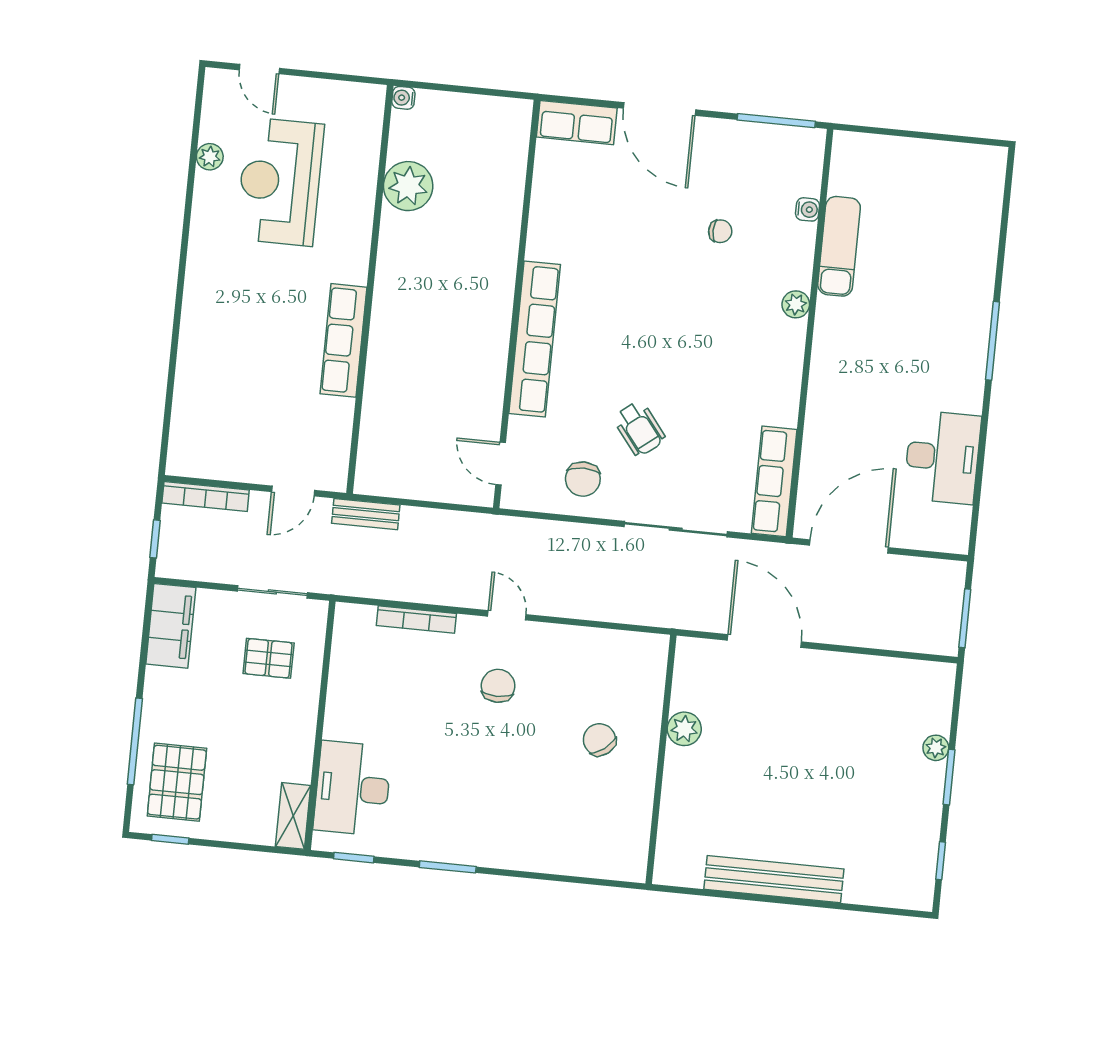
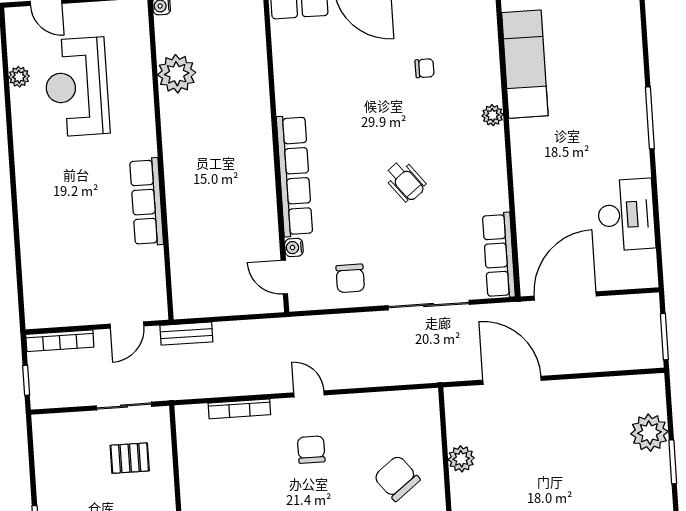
water cooler: (807, 209) -> (294, 247), moved, turned 180
exam couch: (839, 246) -> (525, 64), width x1.36, depth x1.45
wheelchair: (639, 429) -> (405, 181), moved
filing cabinet: (171, 626) -> (50, 446), removed
chair: (599, 740) -> (397, 478), width x1.37, depth x1.37
plant: (936, 748) -> (649, 433), width x1.88, depth x1.88

